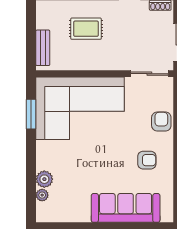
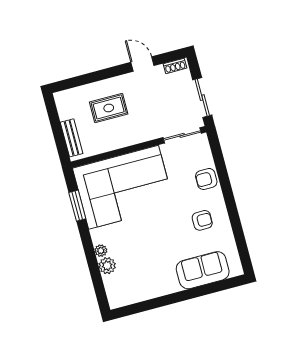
armchair: (161, 121) -> (206, 179), turned -90
plant: (42, 195) -> (101, 251), moved
sofa: (126, 208) -> (203, 270), width x0.73

